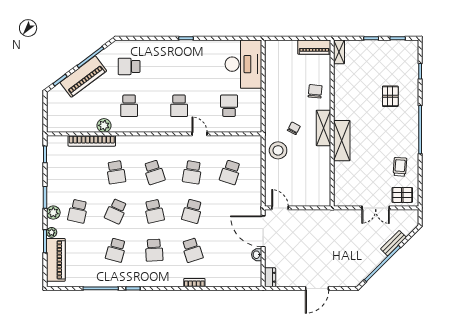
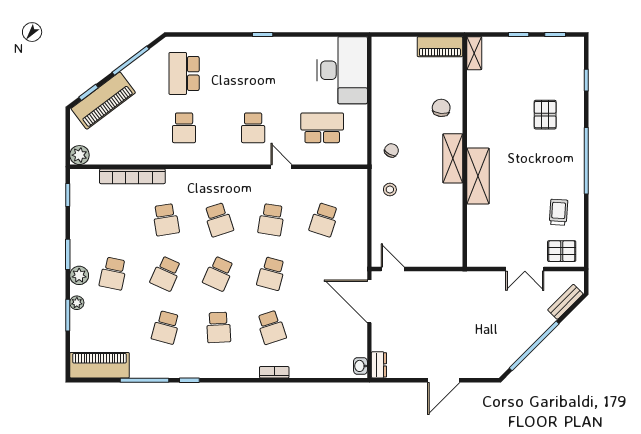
school desk: (129, 66) -> (184, 73), width x1.85
piano: (83, 77) -> (103, 101), moved
school desk: (229, 106) -> (322, 128), width x1.85
plant: (104, 125) -> (79, 155), moved
chair: (294, 128) -> (391, 150), moved
stool: (278, 150) -> (390, 190), width x0.53, depth x0.53
school desk: (154, 211) -> (219, 273), turned 36
bench: (393, 243) -> (565, 302), moved
washbasin: (257, 255) -> (360, 366), moved
piano: (56, 260) -> (100, 365), moved, turned -90

